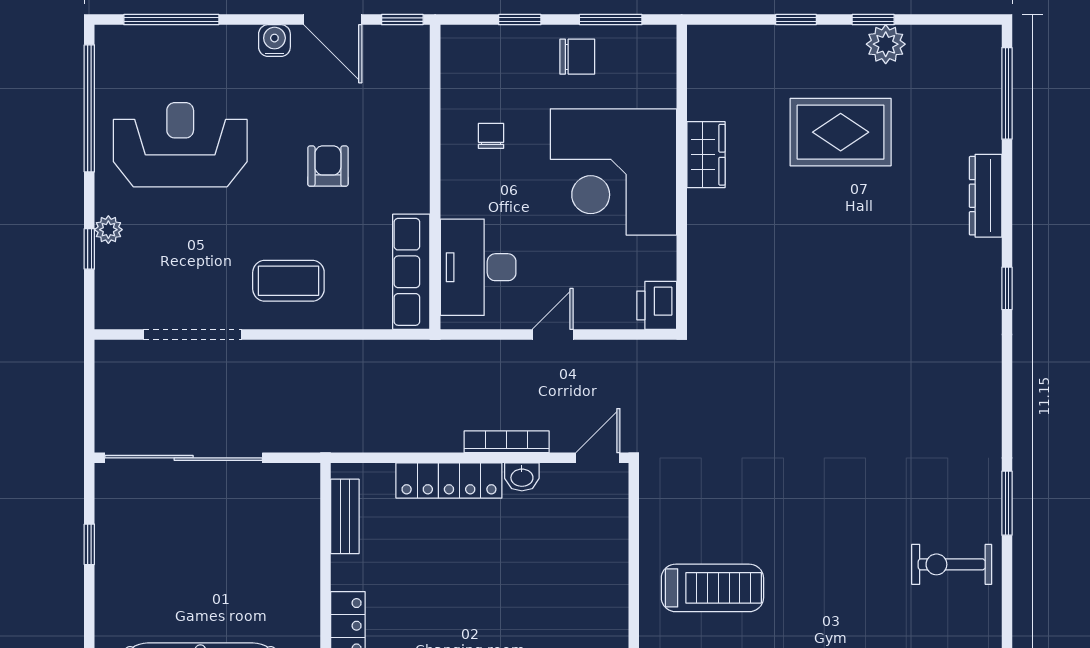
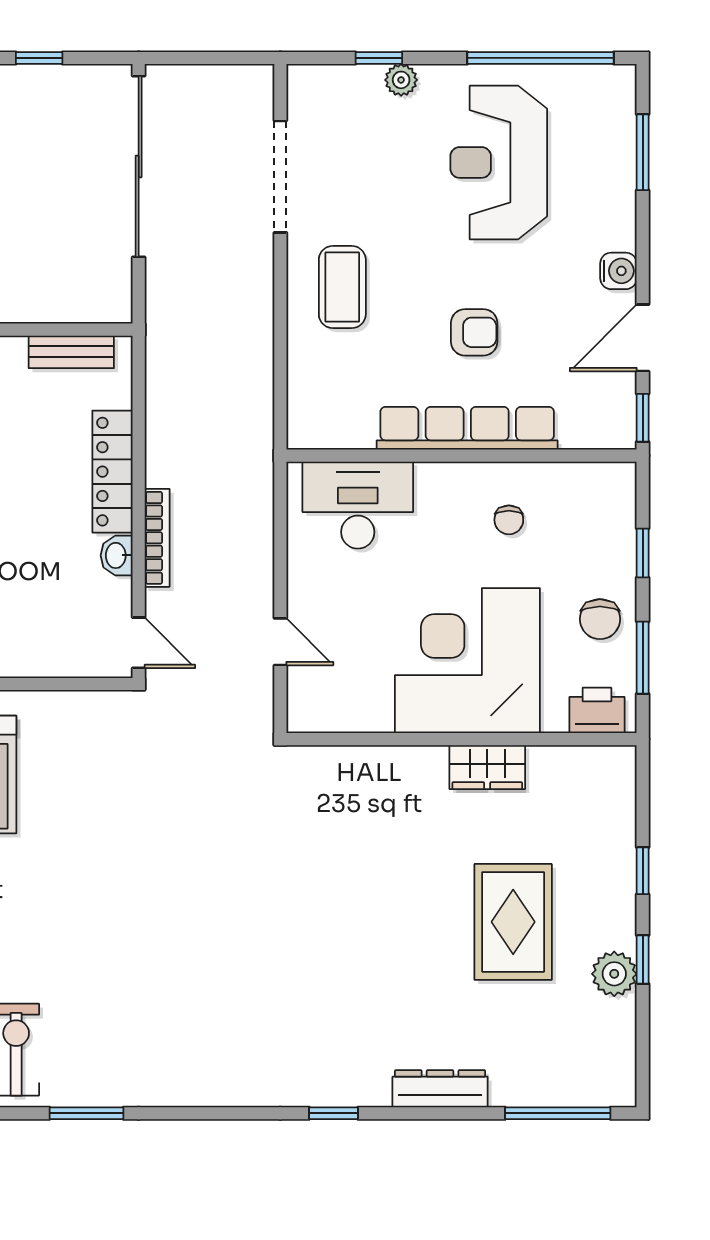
window: (171, 20) -> (643, 152), width x0.69
chair: (491, 136) -> (509, 520), turned 90
reception desk: (180, 145) -> (499, 162), turned 180
row of seats: (411, 272) -> (467, 428), moved, width x1.36
printer: (657, 305) -> (597, 710), moved
door: (553, 335) -> (280, 642), moved

